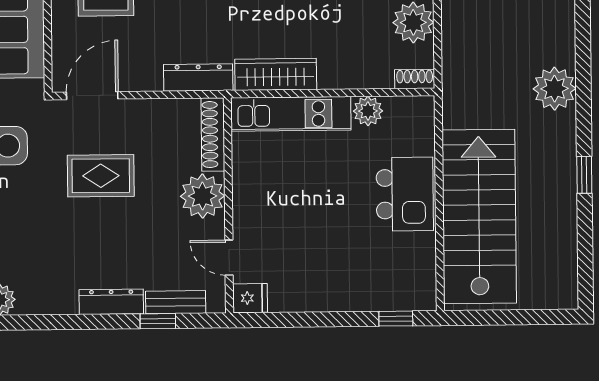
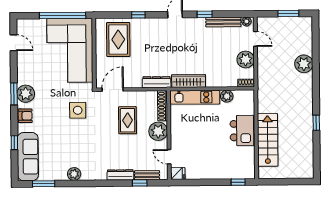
plant: (554, 89) -> (304, 64), moved
rug: (101, 176) -> (128, 120), moved, turned 90
stairs: (479, 216) -> (268, 140), width x0.73, depth x0.66

